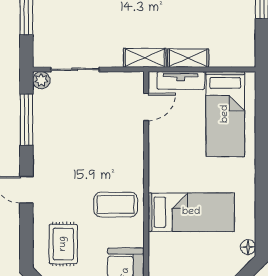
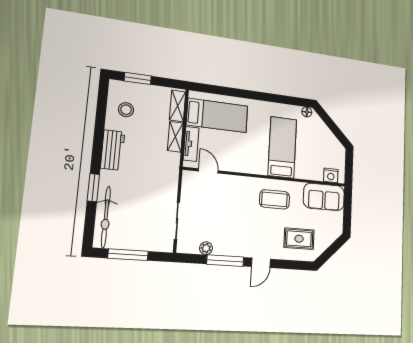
shelving: (145, 58) -> (178, 106), moved
plant: (41, 80) -> (206, 248), moved
window: (26, 120) -> (225, 261), moved
coffee table: (116, 205) -> (275, 199), turned 90

